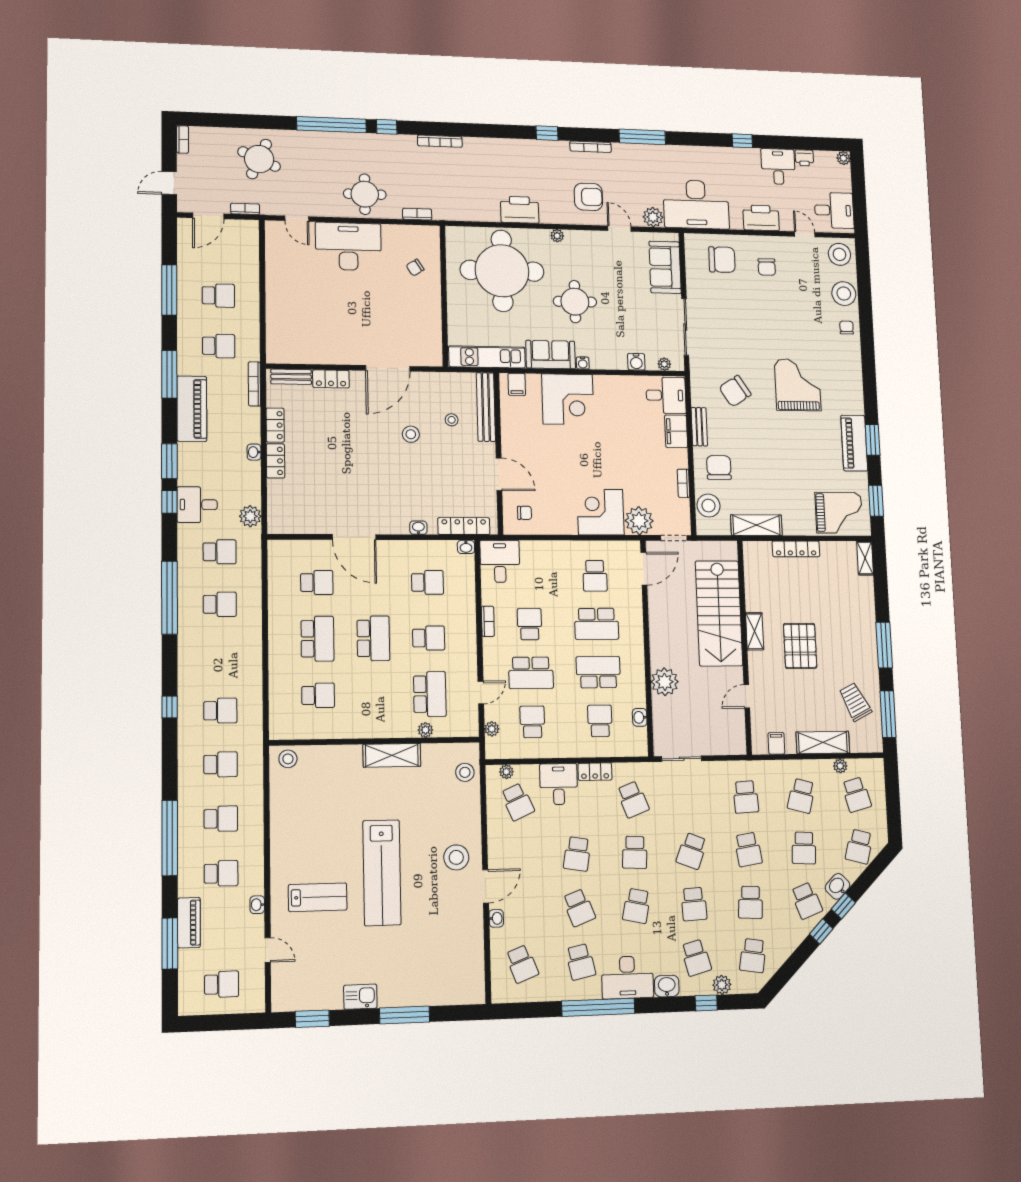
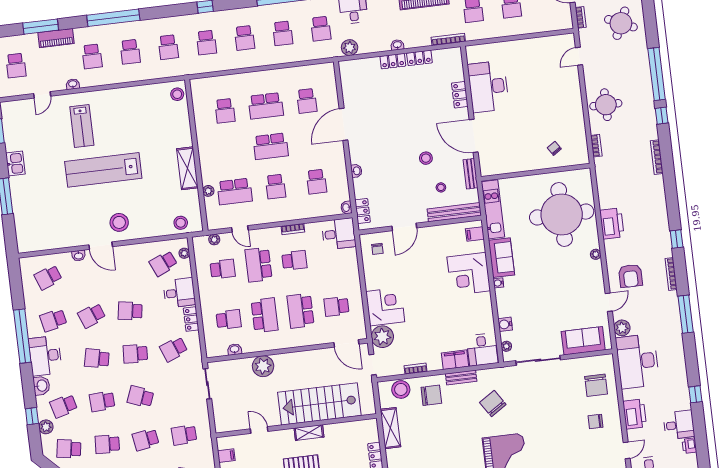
desk: (348, 246) -> (488, 87), moved, turned 180
round table: (575, 302) -> (546, 273), removed
bench: (291, 377) -> (470, 174), moved
locker: (464, 526) -> (363, 211), width x0.66
school desk: (220, 657) -> (245, 38), added

